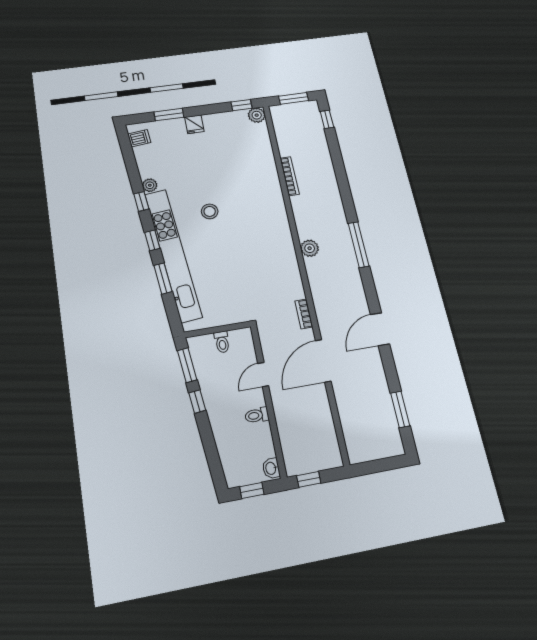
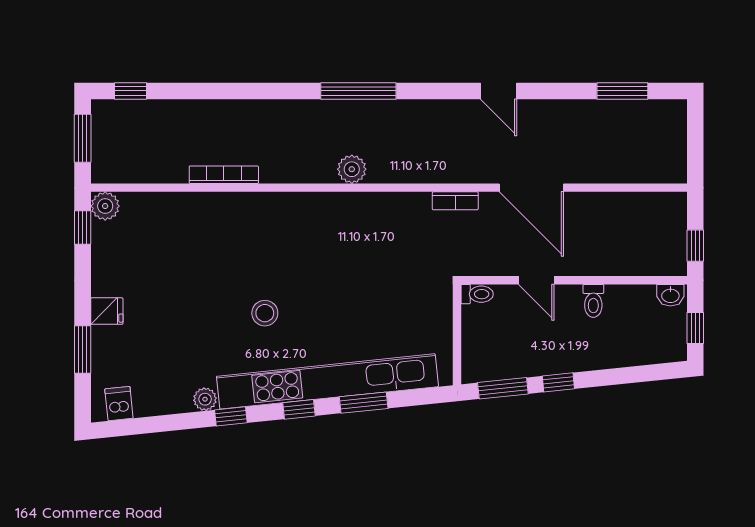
door: (380, 329) -> (499, 91), width x0.73
toilet: (222, 342) -> (477, 294), moved

